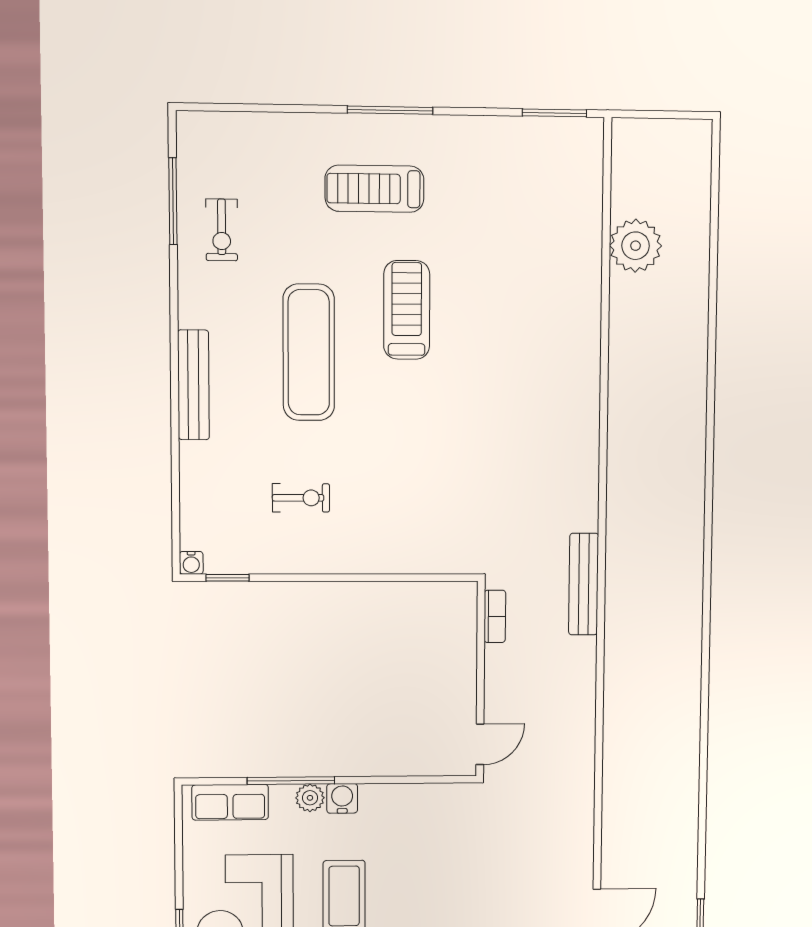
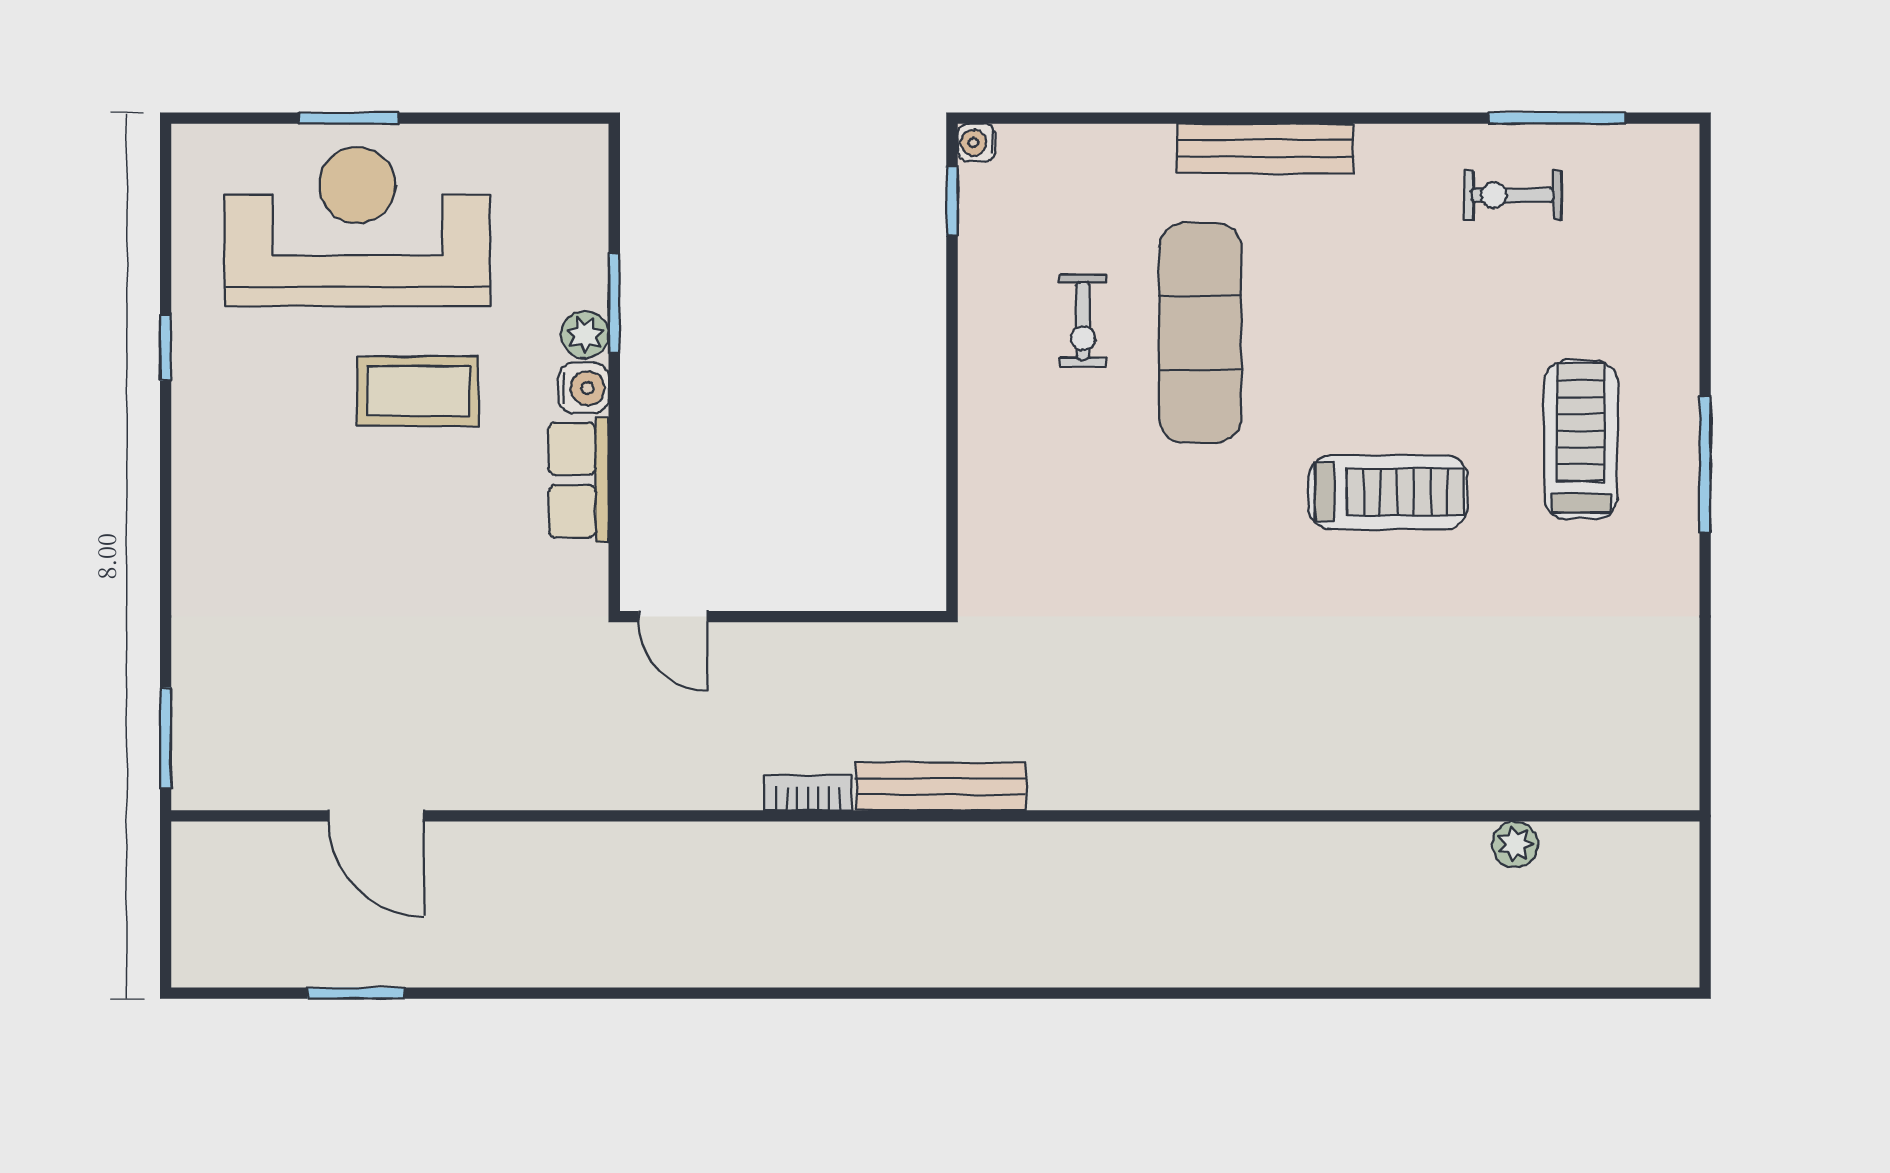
window: (554, 113) -> (1705, 729), removed
plant: (636, 246) -> (1515, 844), width x0.53, depth x0.53
exercise mat: (309, 352) -> (1200, 333), moved, turned 90
bookcase: (495, 616) -> (808, 793), moved, turned 180
window: (291, 781) -> (614, 303), width x0.69
row of seats: (230, 802) -> (579, 480), moved

